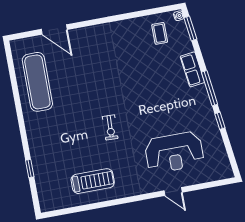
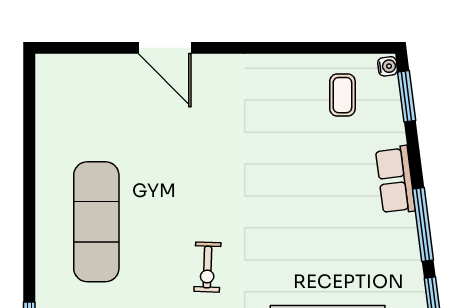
door: (54, 29) -> (165, 48), moved
exercise mat: (37, 82) -> (96, 222), moved

